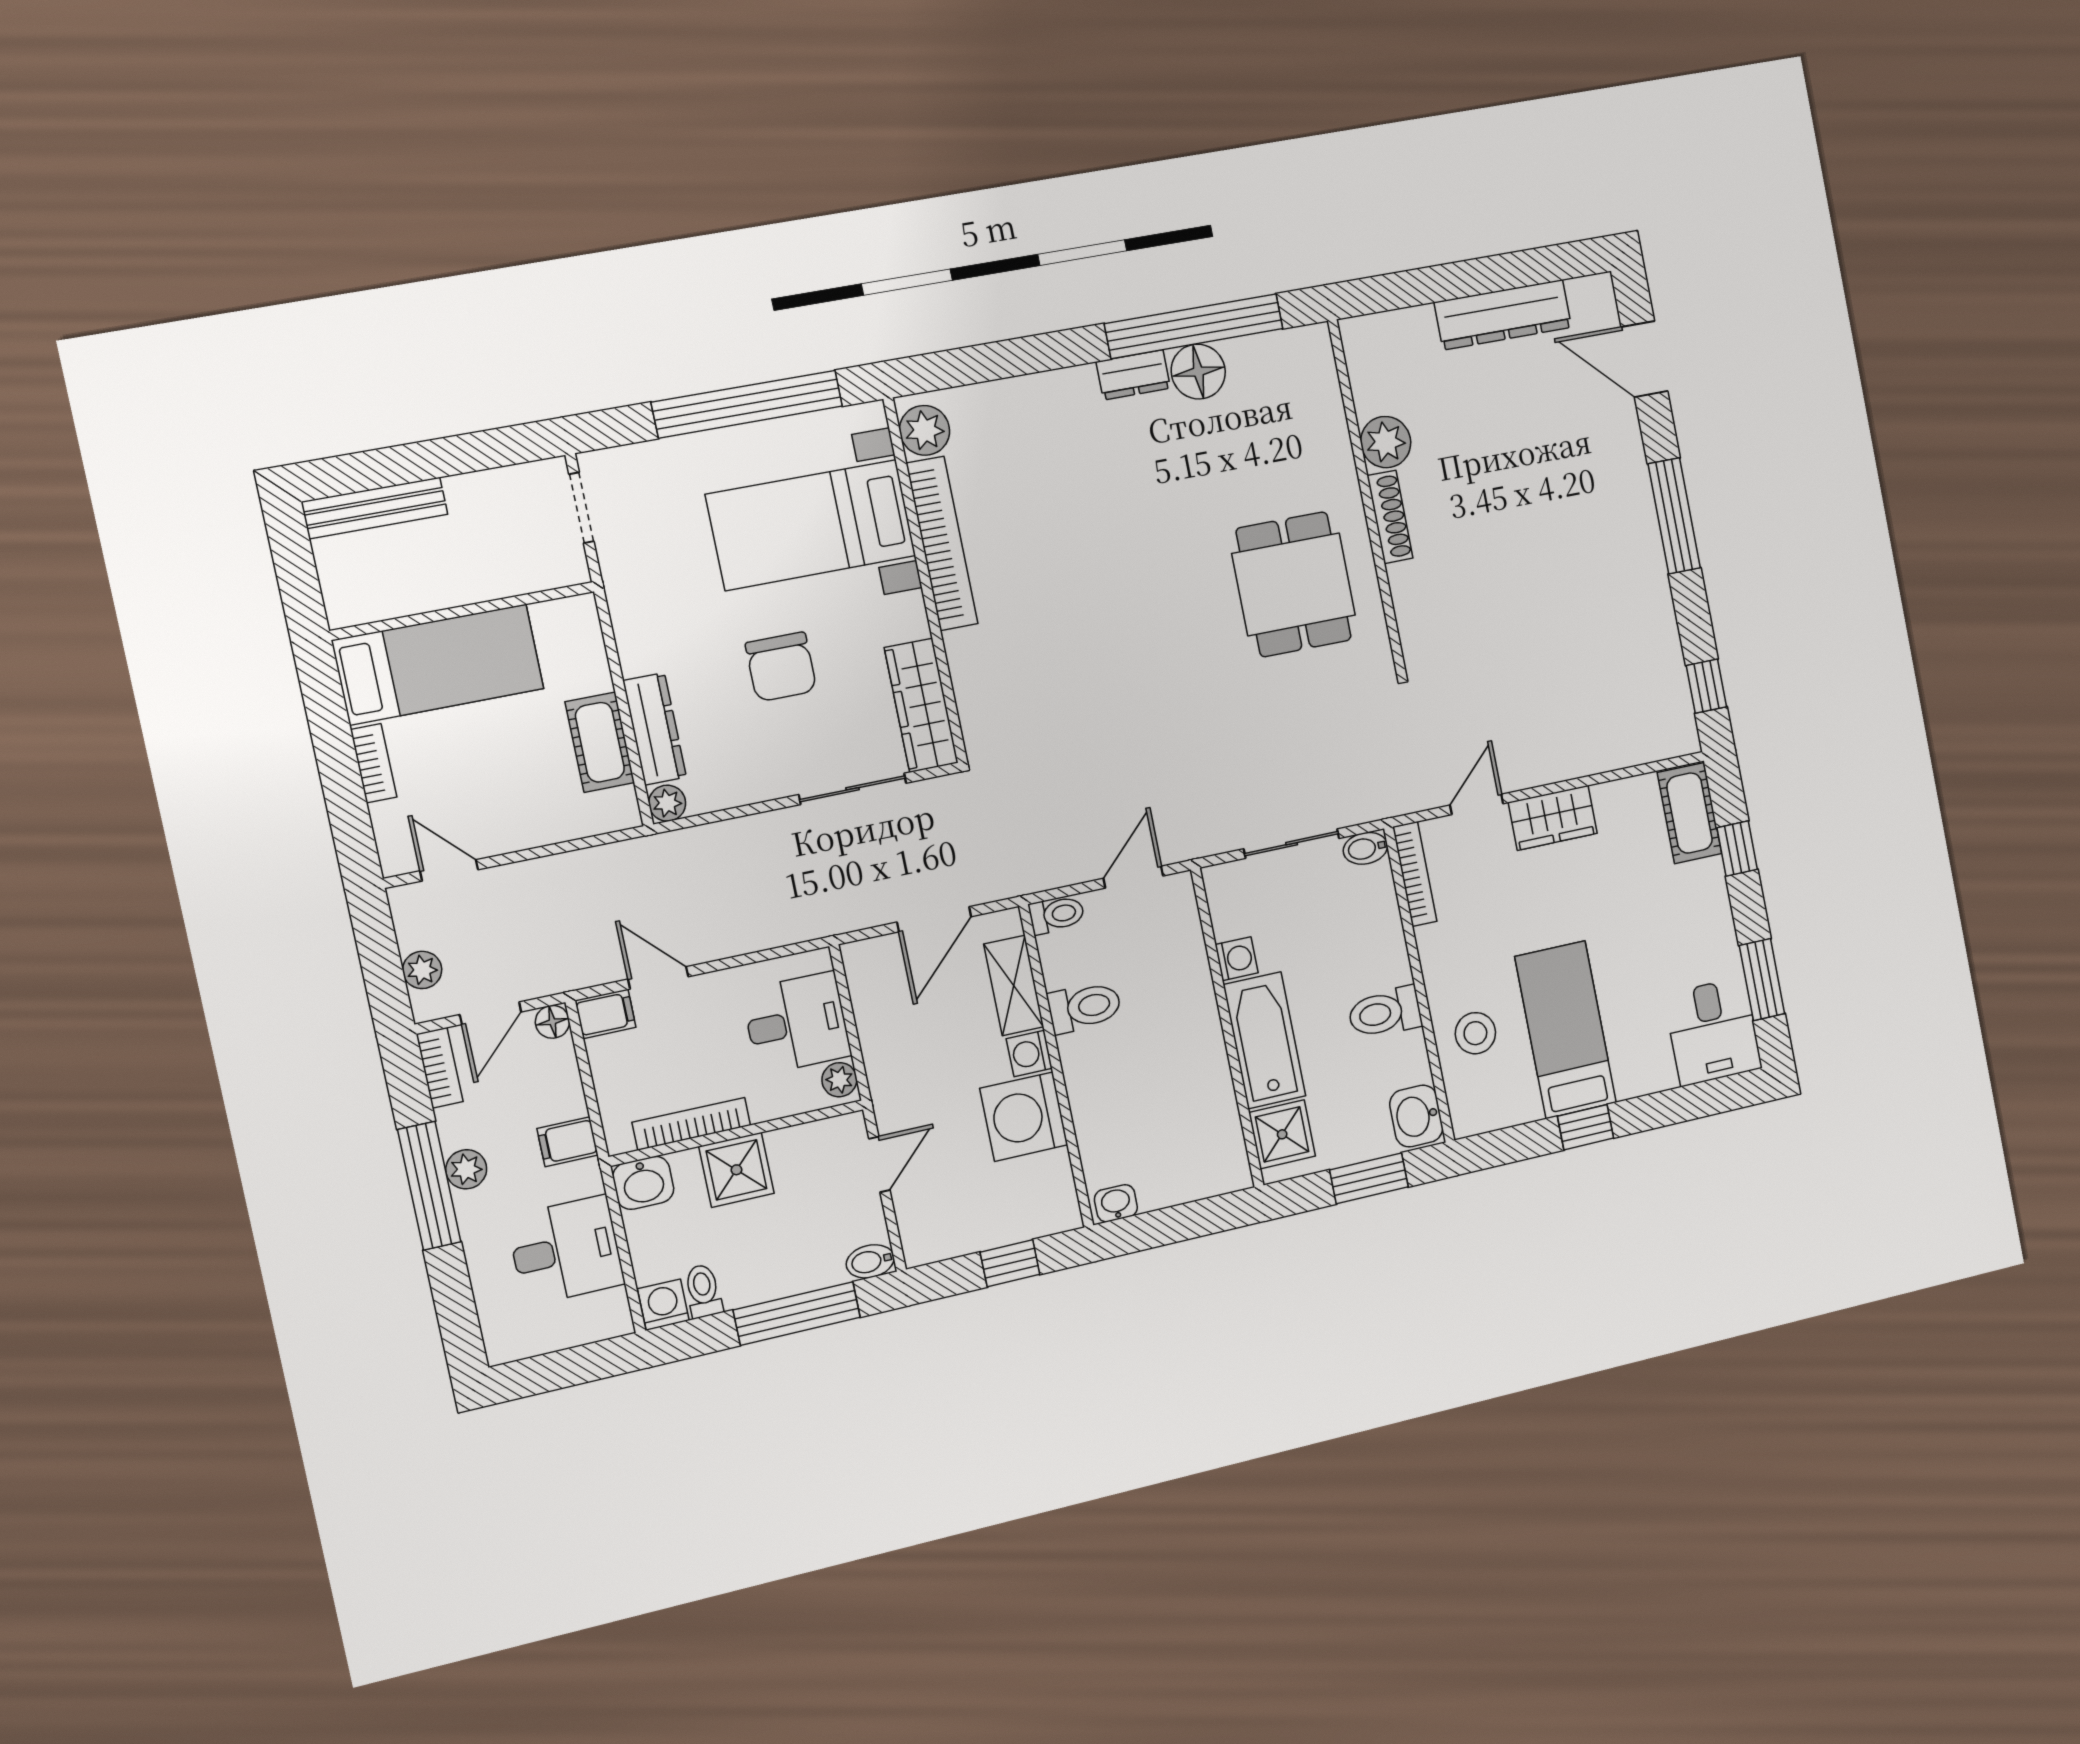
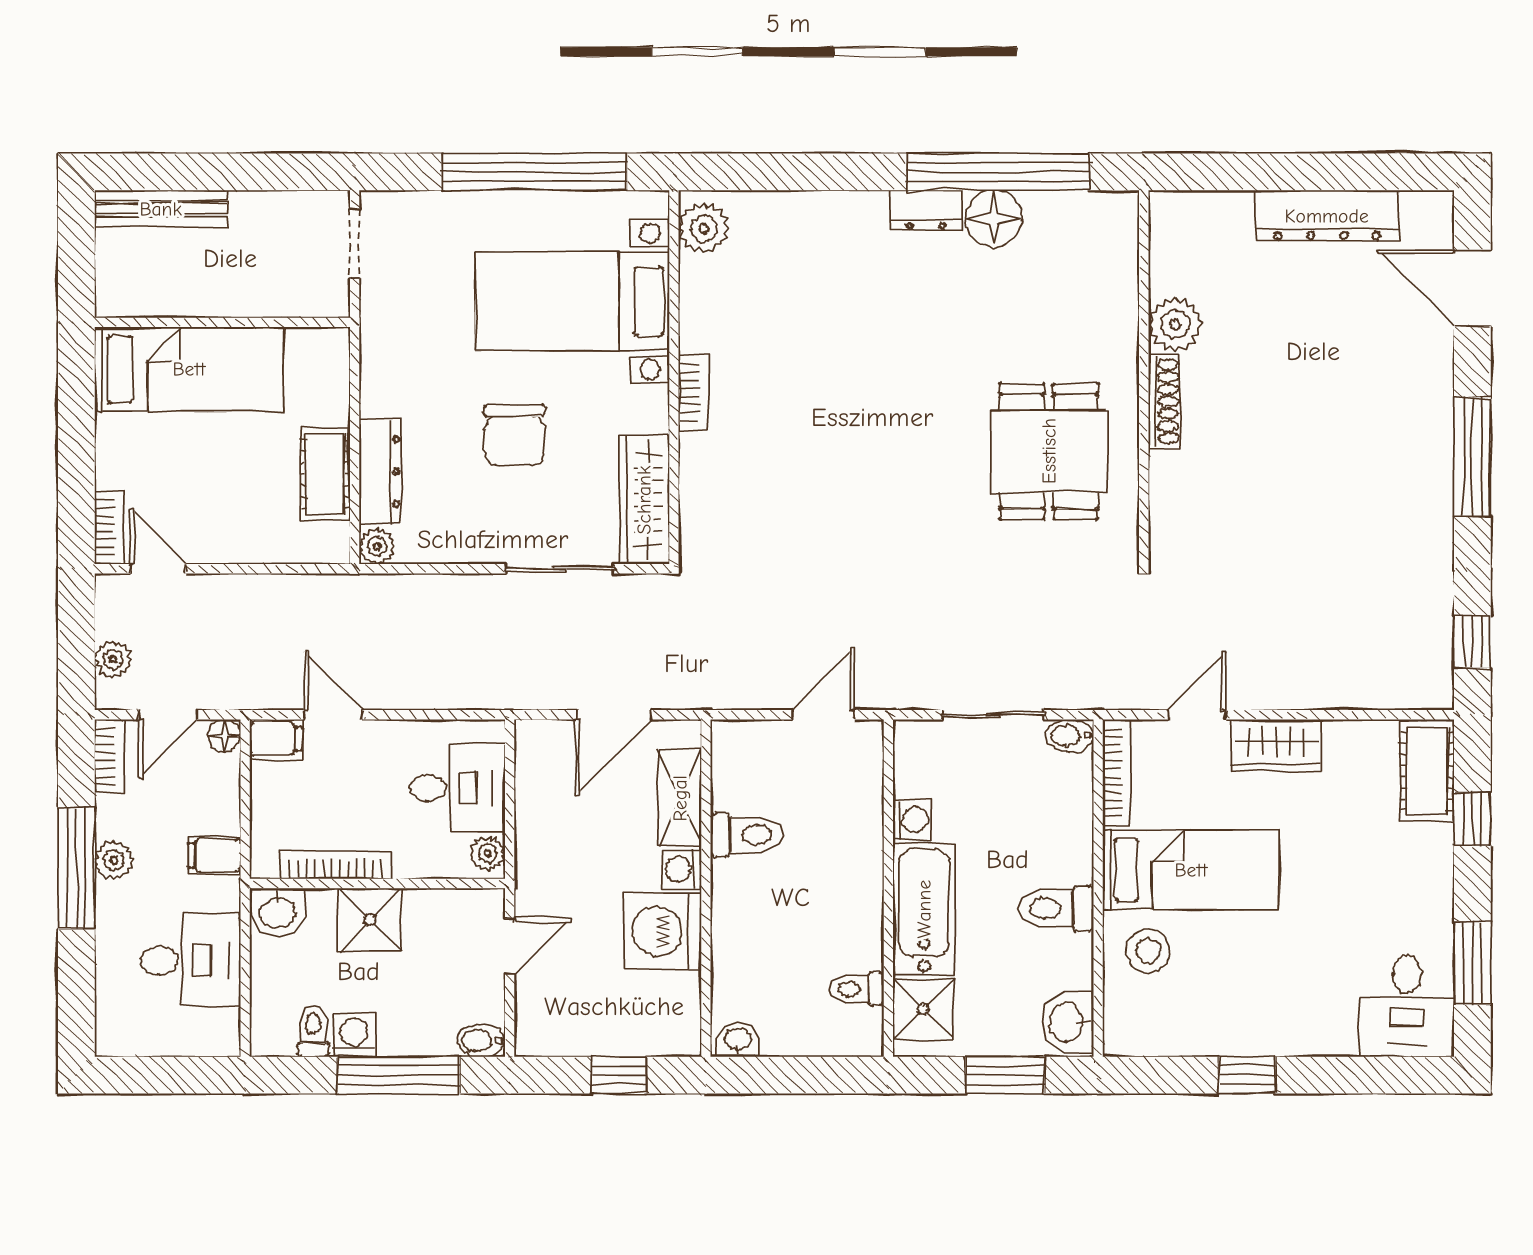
bookcase: (942, 543) -> (693, 392), width x0.43, depth x0.76
bookcase: (374, 763) -> (109, 527), moved
toilet: (1057, 914) -> (857, 989), moved, turned 180
bed: (1566, 1030) -> (1191, 870), moved, turned 90
washing machine: (663, 1305) -> (354, 1035), moved

